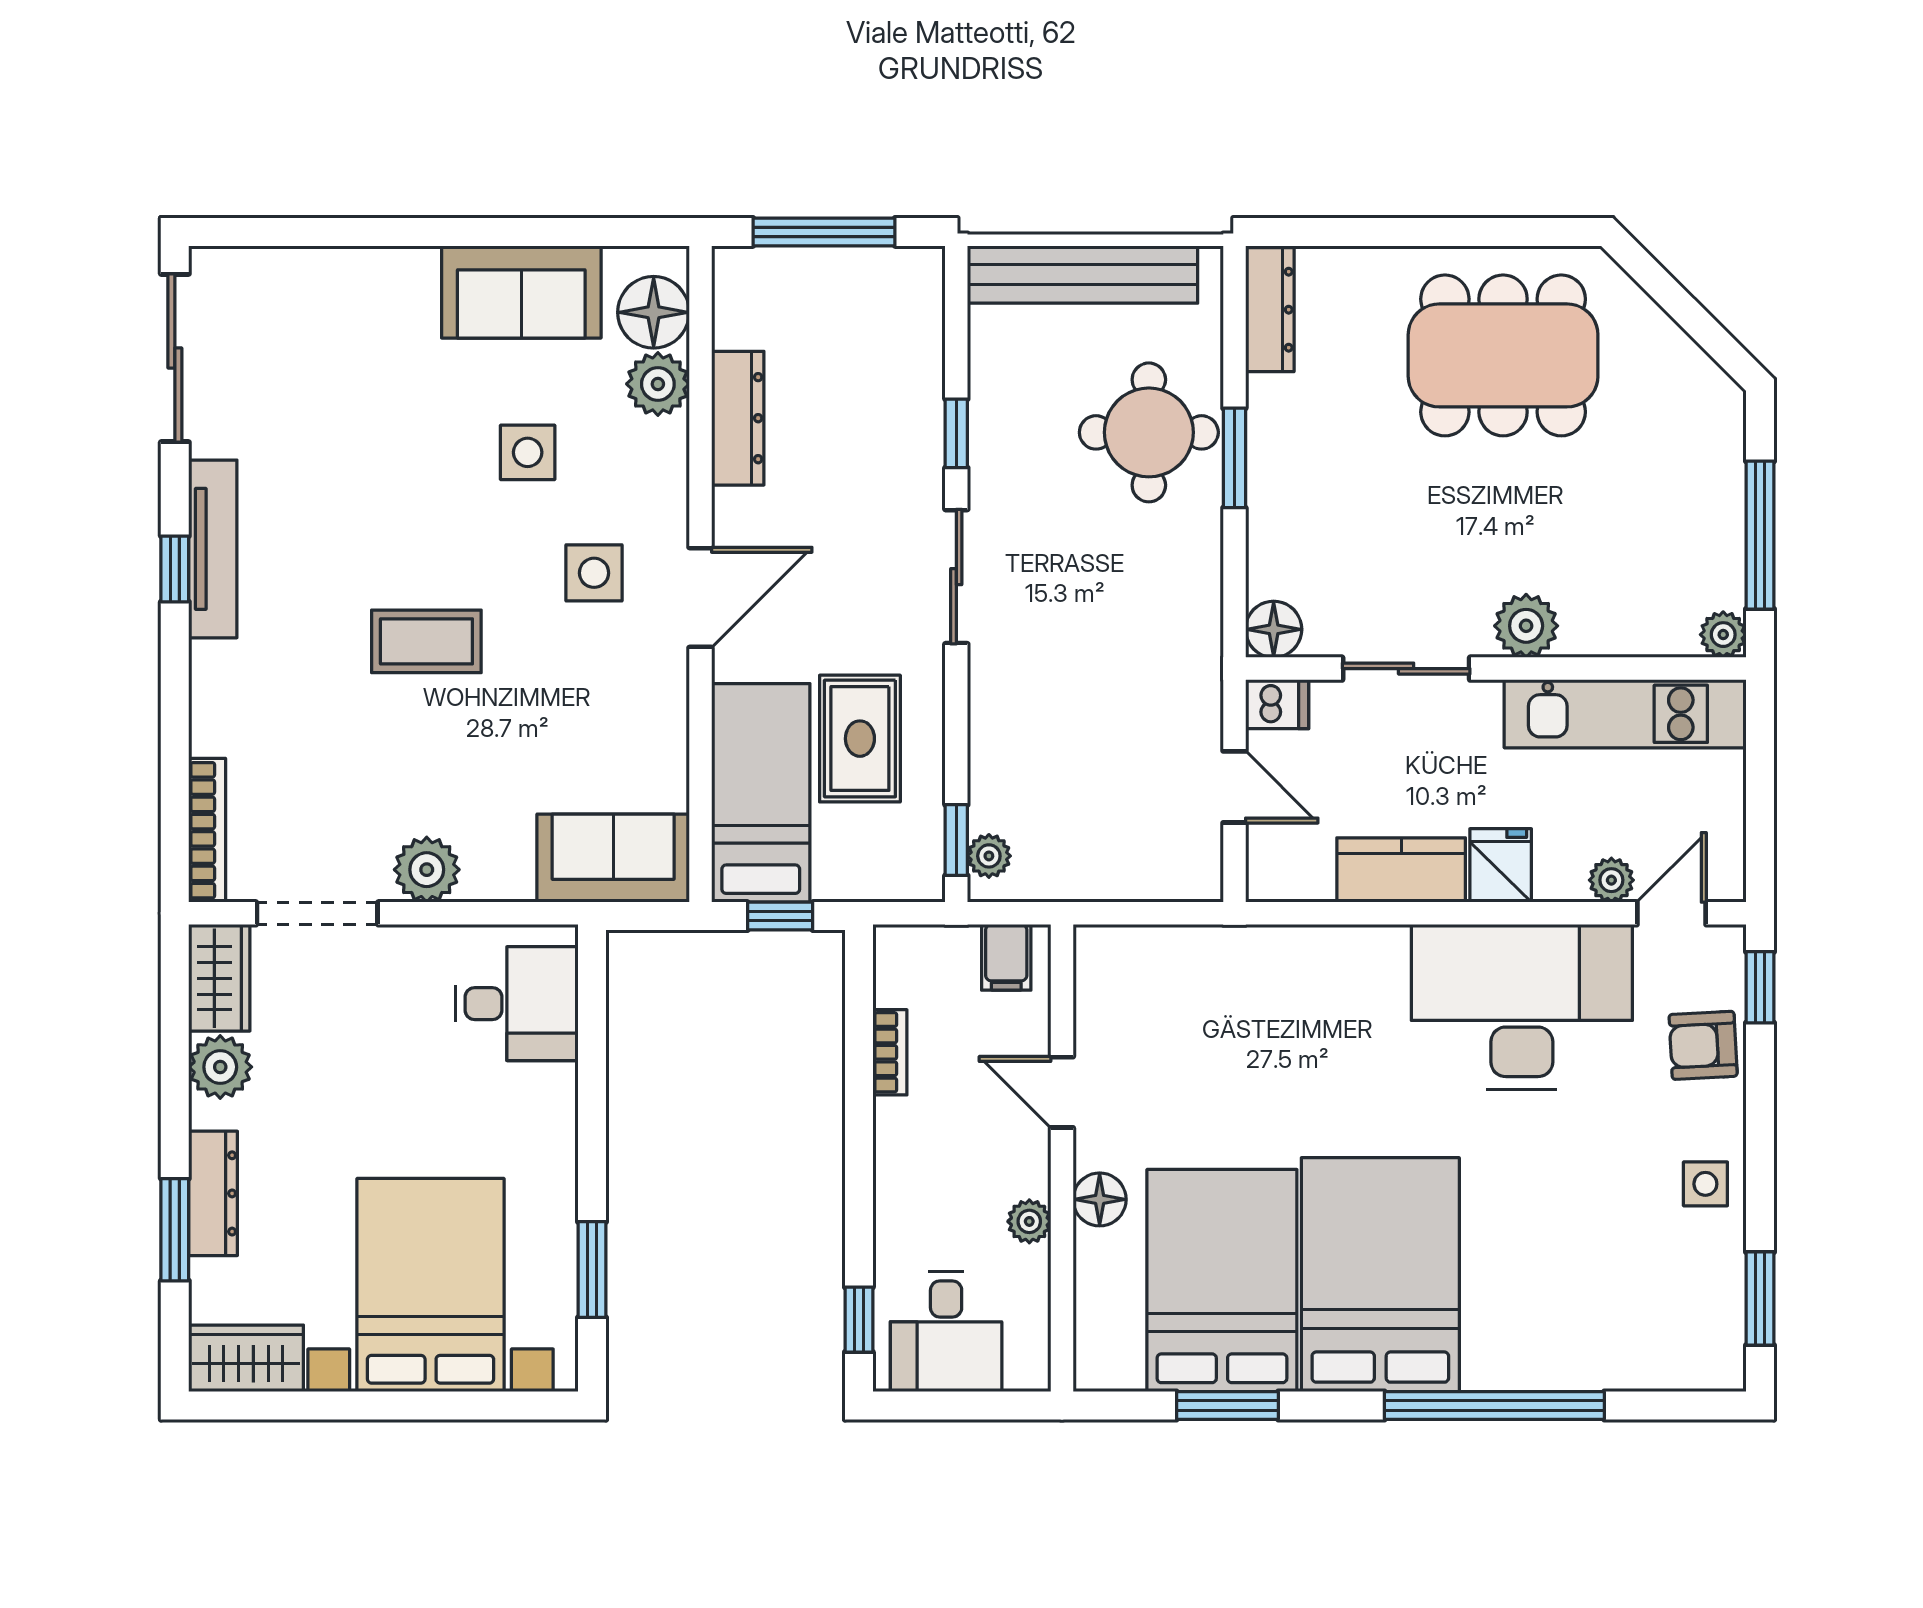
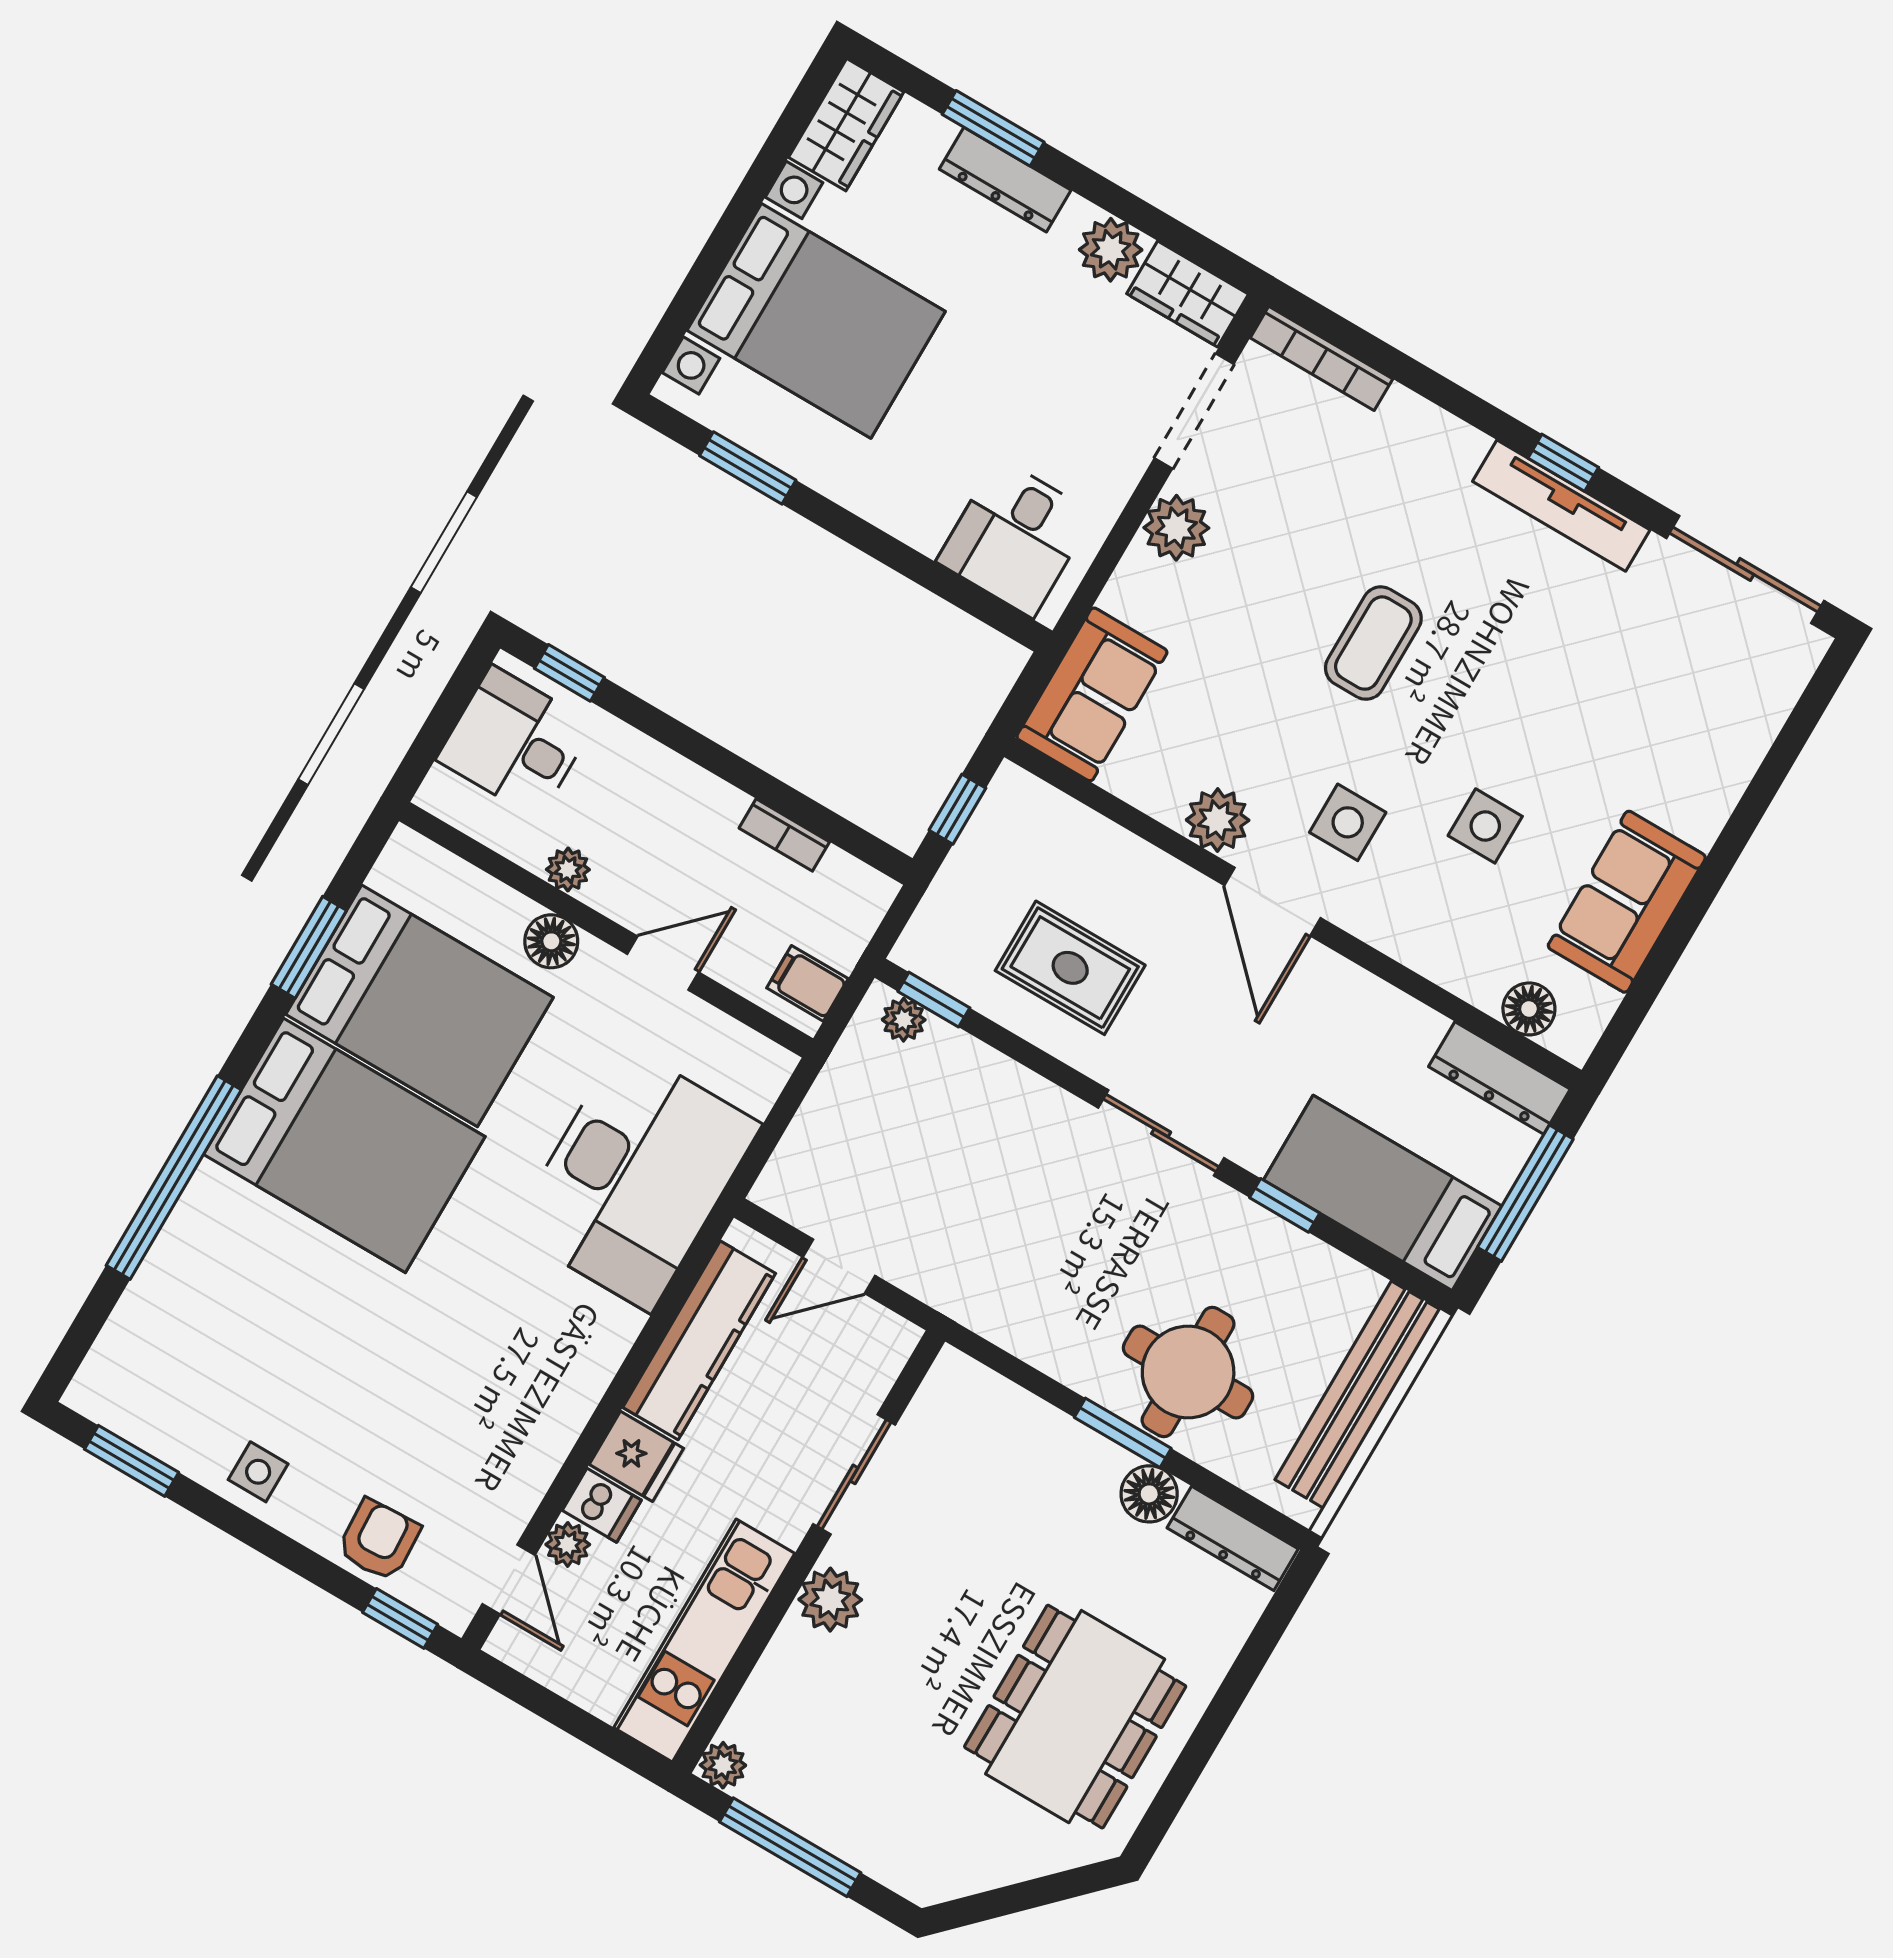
floor lamp: (654, 312) -> (1529, 1009), width x0.73, depth x0.73
plant: (658, 384) -> (1218, 820), moved
dresser: (738, 418) -> (1499, 1078), moved
floor lamp: (1274, 629) -> (1149, 1494), moved
dishwasher: (1277, 704) -> (602, 1505), moved, turned -90
bed: (761, 793) -> (1383, 1193), moved, turned 180
kitchen counter: (1401, 870) -> (699, 1340), width x1.50
desk: (1522, 1007) -> (636, 1177), moved

